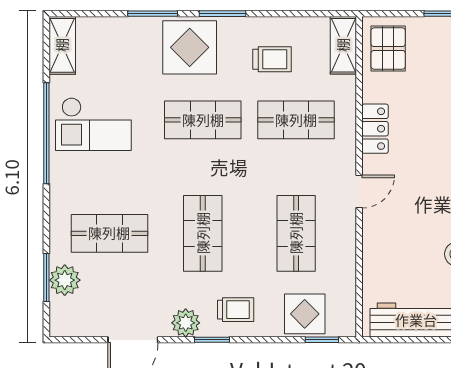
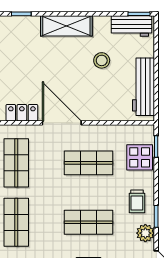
door: (359, 192) -> (62, 123), width x1.87
trolley: (236, 310) -> (137, 201), turned 180

